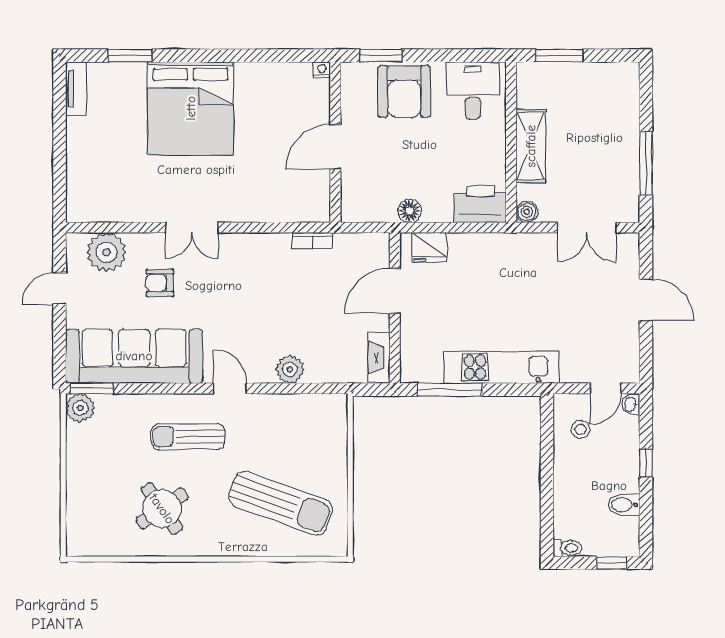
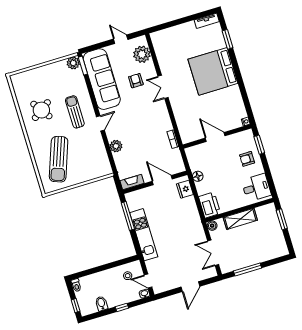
armchair: (404, 92) -> (247, 159), width x0.53, depth x0.53

